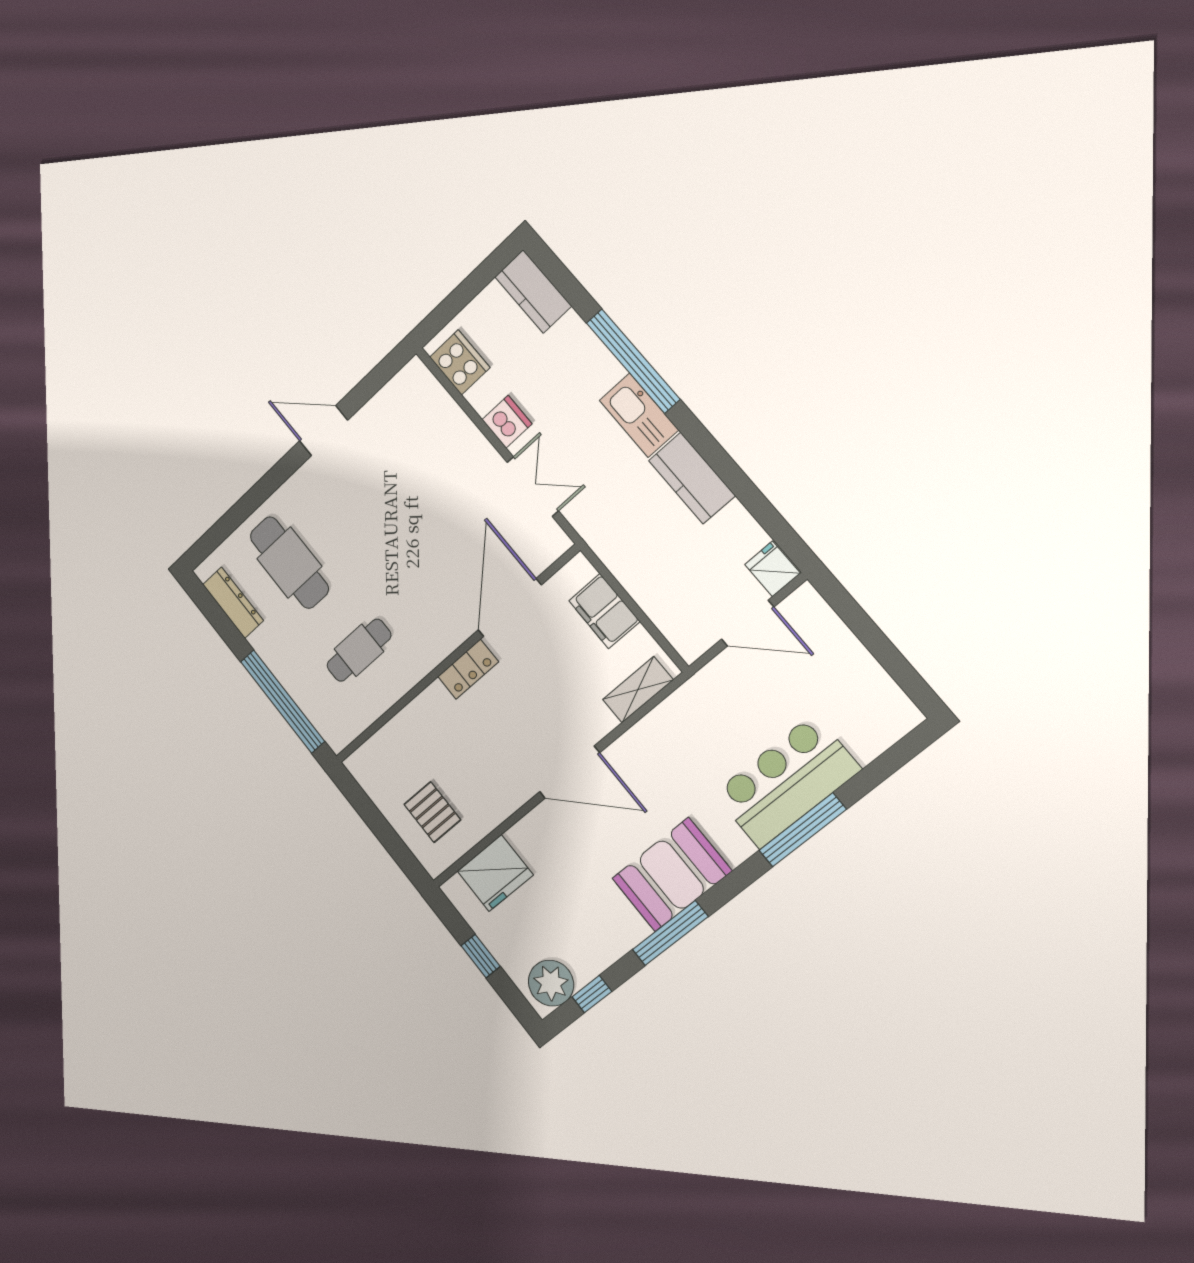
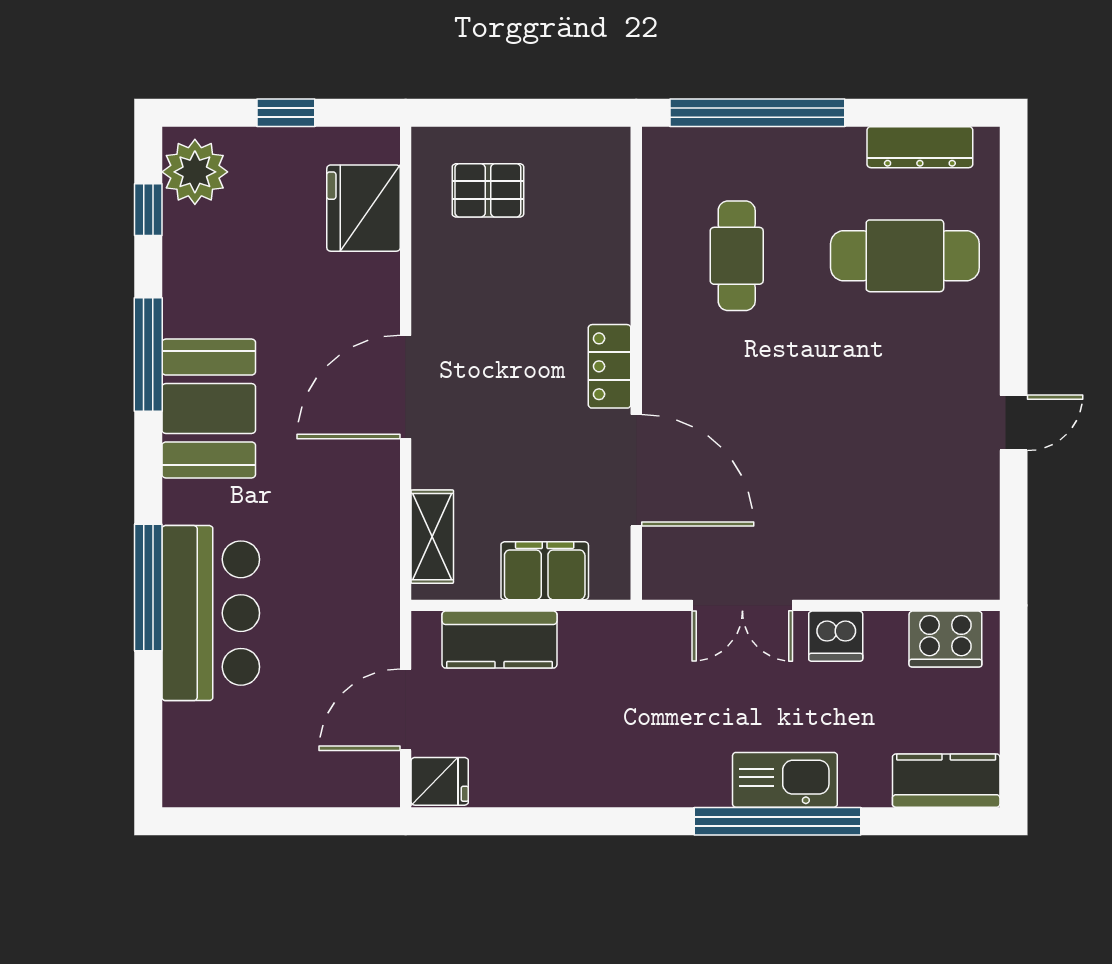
kitchen sink: (639, 415) -> (785, 780), moved
door: (324, 431) -> (1014, 423), width x0.73
kitchen counter: (692, 478) -> (500, 640), moved, turned 180

